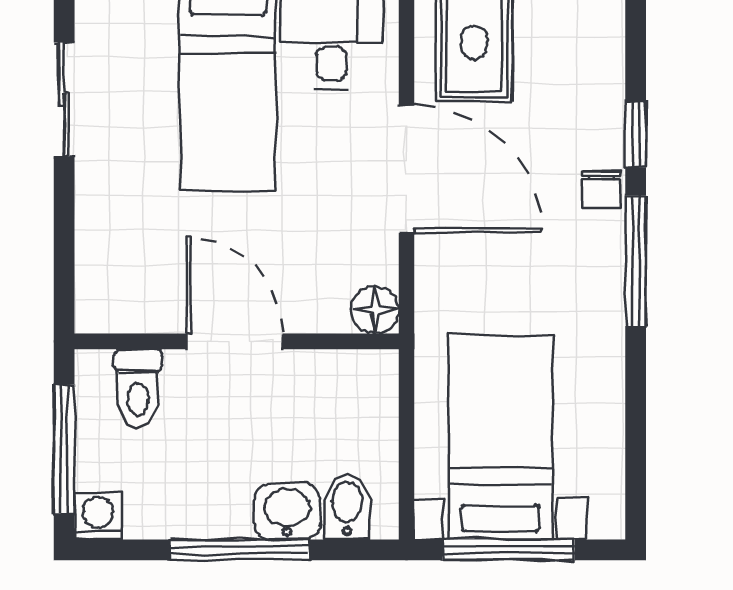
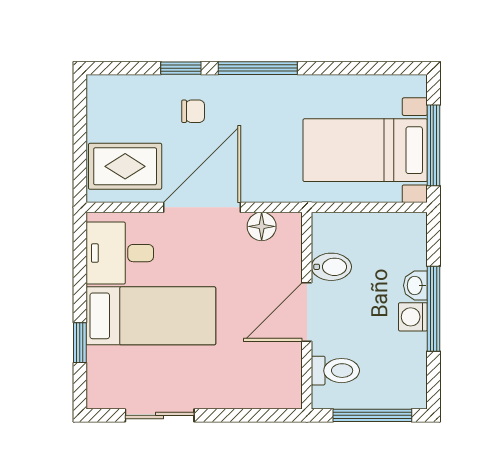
chair: (602, 189) -> (193, 111), moved
floor lamp: (375, 310) -> (262, 226), moved
bidet: (347, 507) -> (331, 267), moved, turned 180
washbasin: (287, 512) -> (415, 285), width x0.72, depth x0.69
washing machine: (98, 516) -> (413, 317), moved

